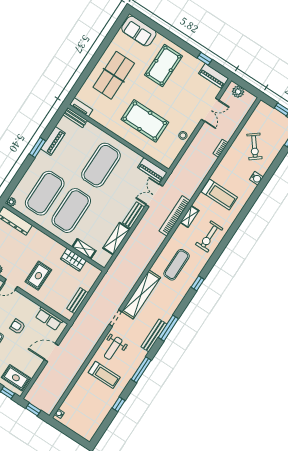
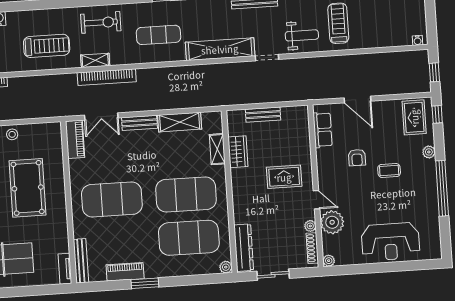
bench: (75, 118) -> (81, 261), width x1.36
treadmill: (219, 195) -> (47, 46), turned 90
bench: (78, 301) -> (263, 115), moved

